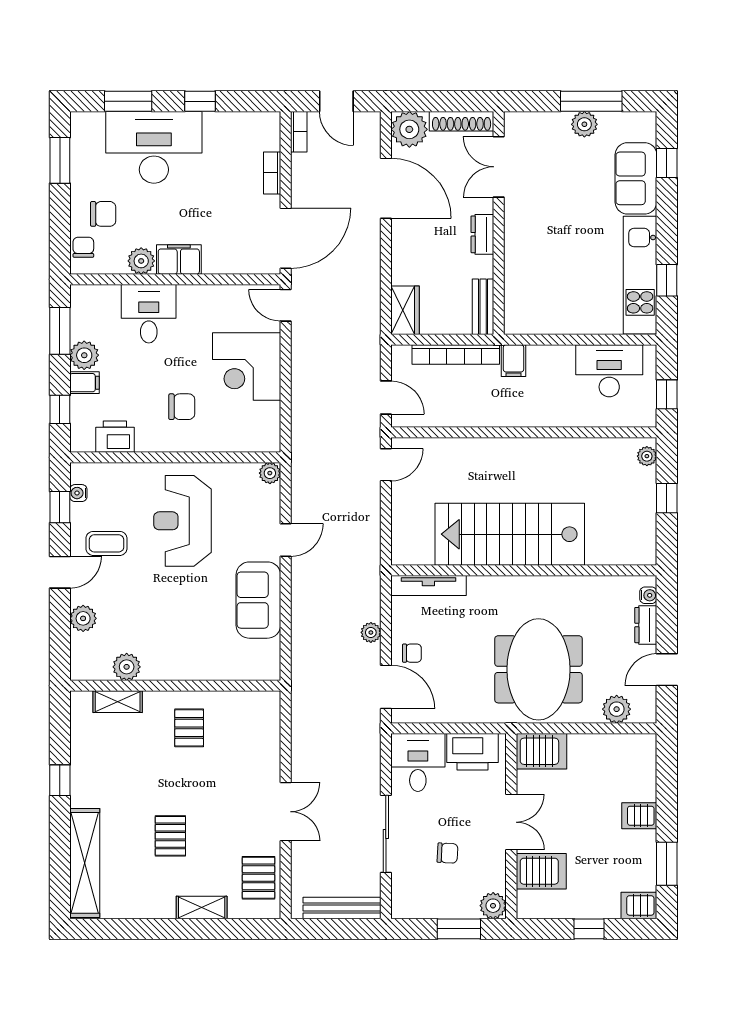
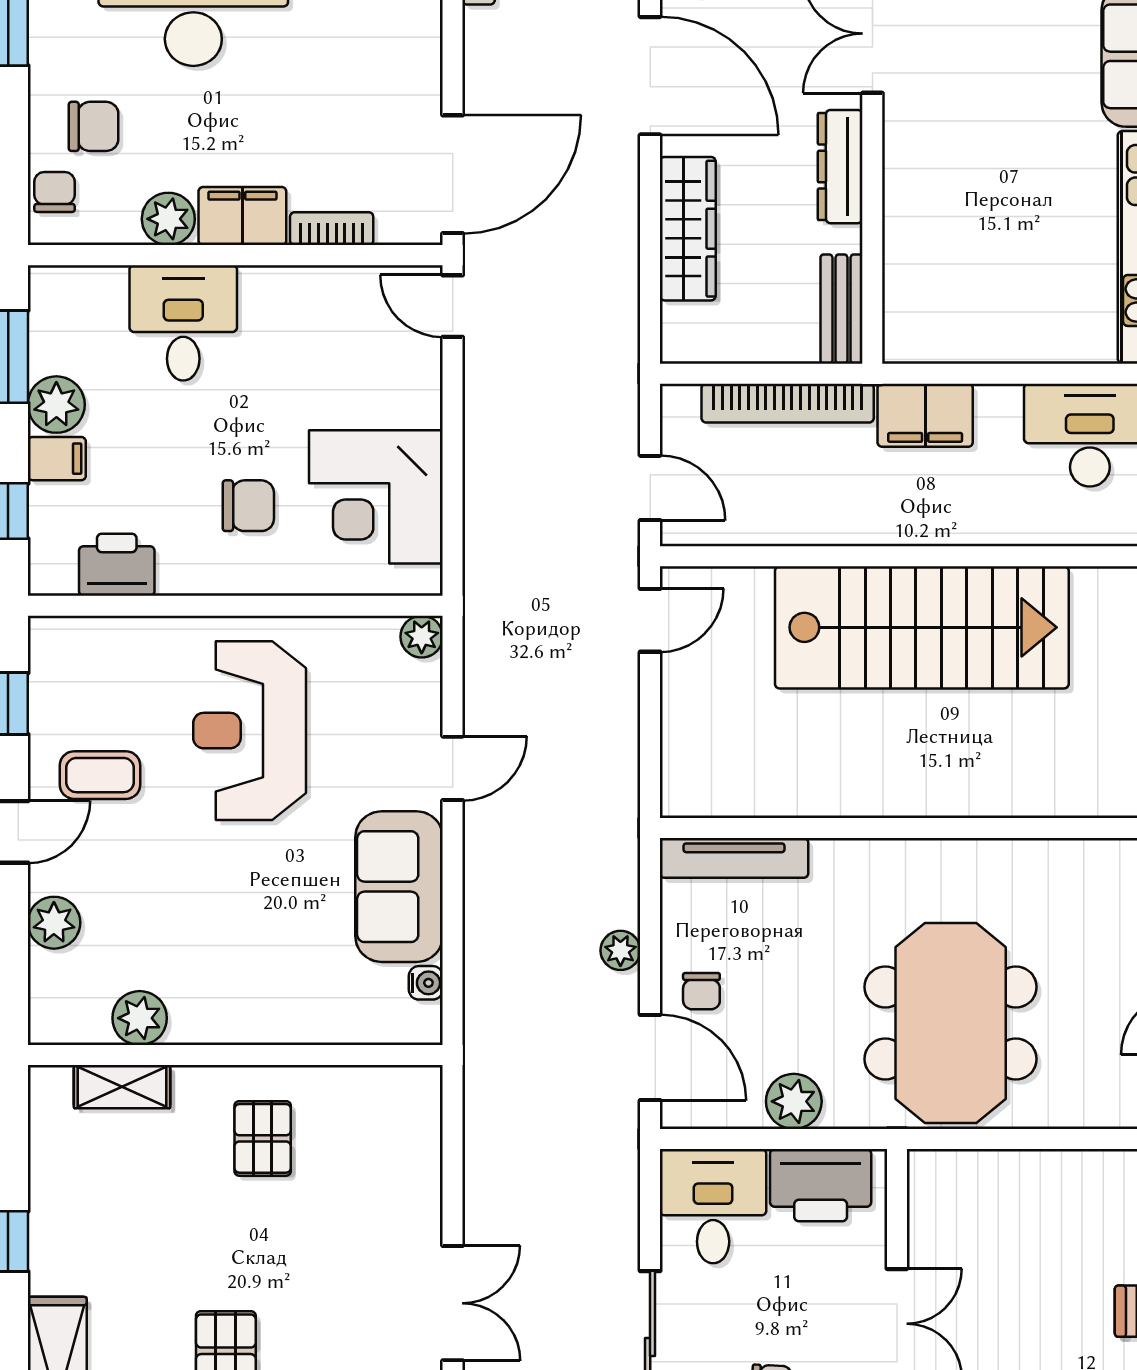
bookcase: (272, 173) -> (332, 229), moved, turned 90
dresser: (482, 234) -> (840, 167), width x1.44
wardrobe: (405, 310) -> (688, 229), moved, width x1.50
filing cabinet: (513, 361) -> (925, 415), width x2.00
corner desk: (247, 366) -> (376, 497), moved
water cooler: (78, 493) -> (426, 983), moved, turned 180
stairs: (510, 534) -> (922, 627), moved, turned 180
chair: (412, 653) -> (701, 991), turned 90
plant: (617, 709) -> (794, 1101), moved
server rack: (541, 751) -> (956, 1184), removed

